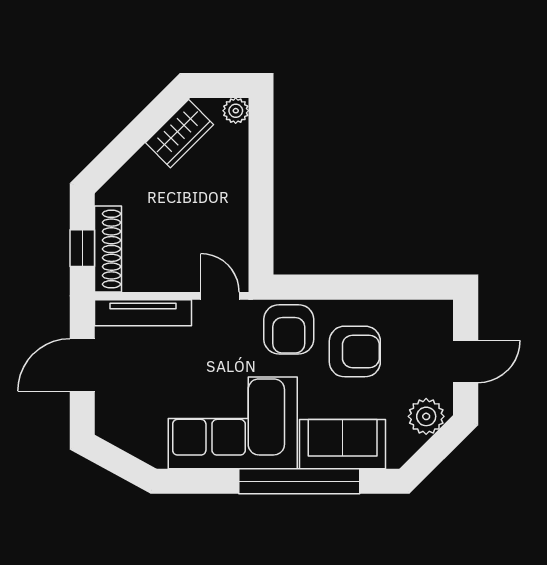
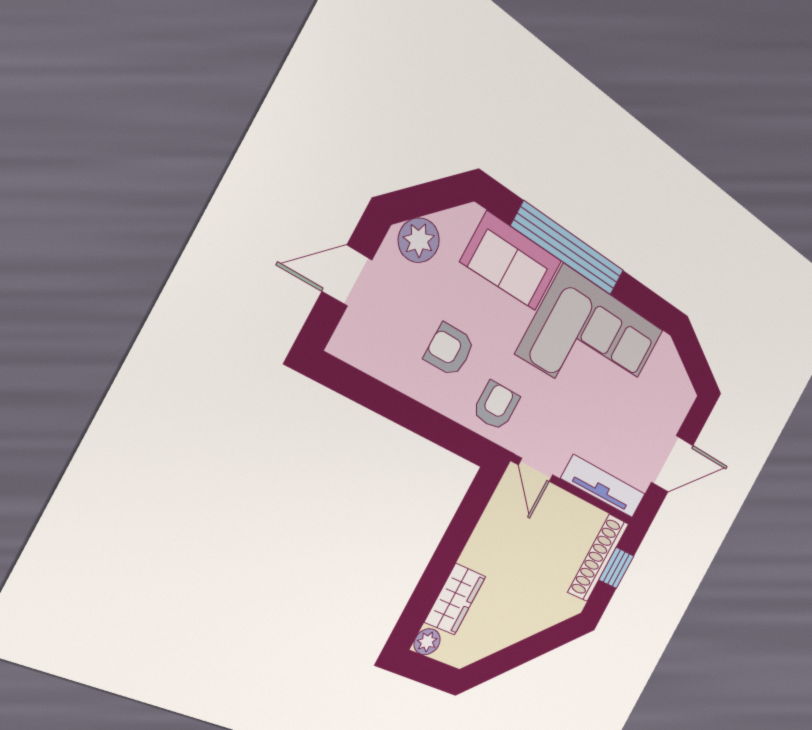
wardrobe: (179, 134) -> (455, 599), moved, turned 135
armchair: (289, 329) -> (496, 406), width x0.72, depth x0.72
armchair: (355, 351) -> (450, 350), width x0.72, depth x0.72

